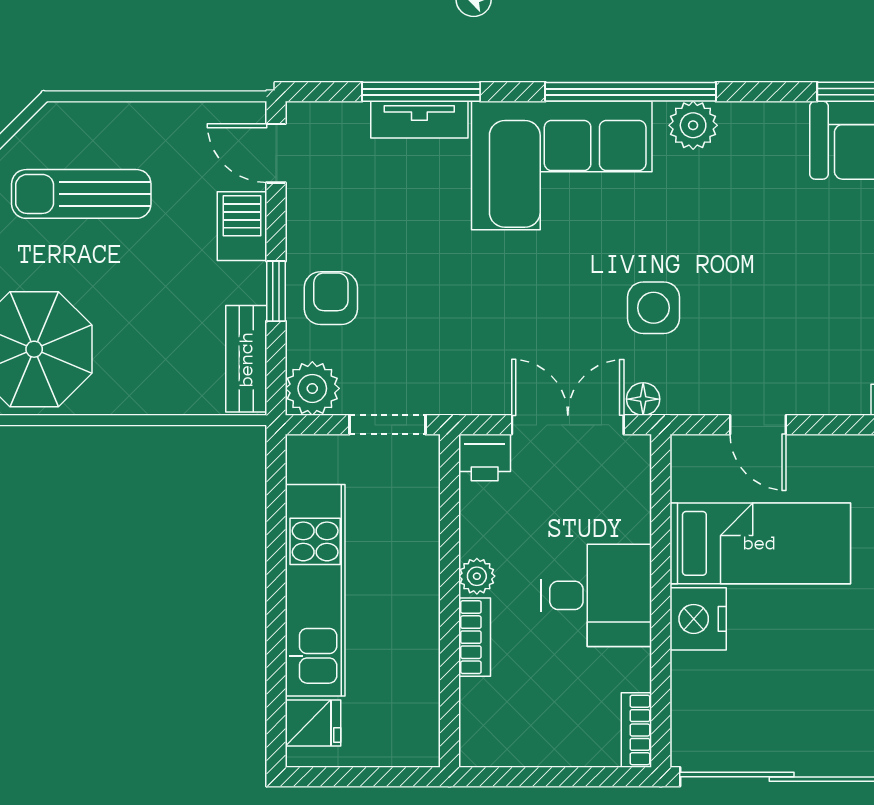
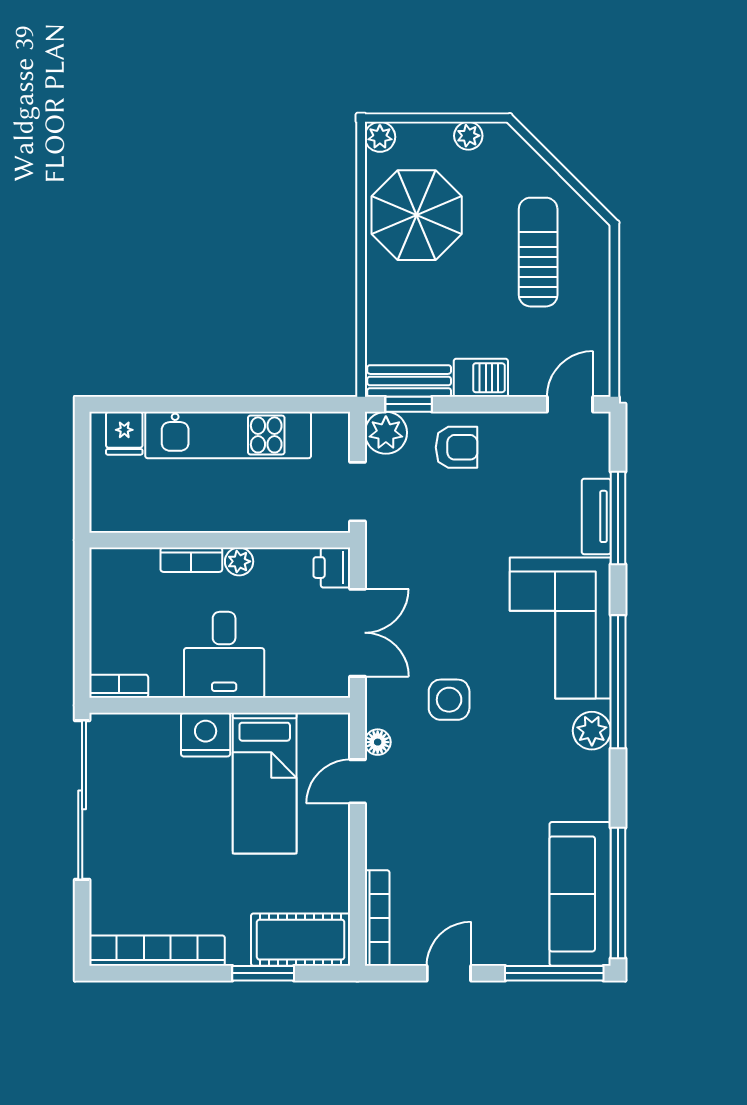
barbecue: (242, 226) -> (481, 378), moved
window: (276, 291) -> (409, 404), moved
floor lamp: (643, 399) -> (378, 742), moved

